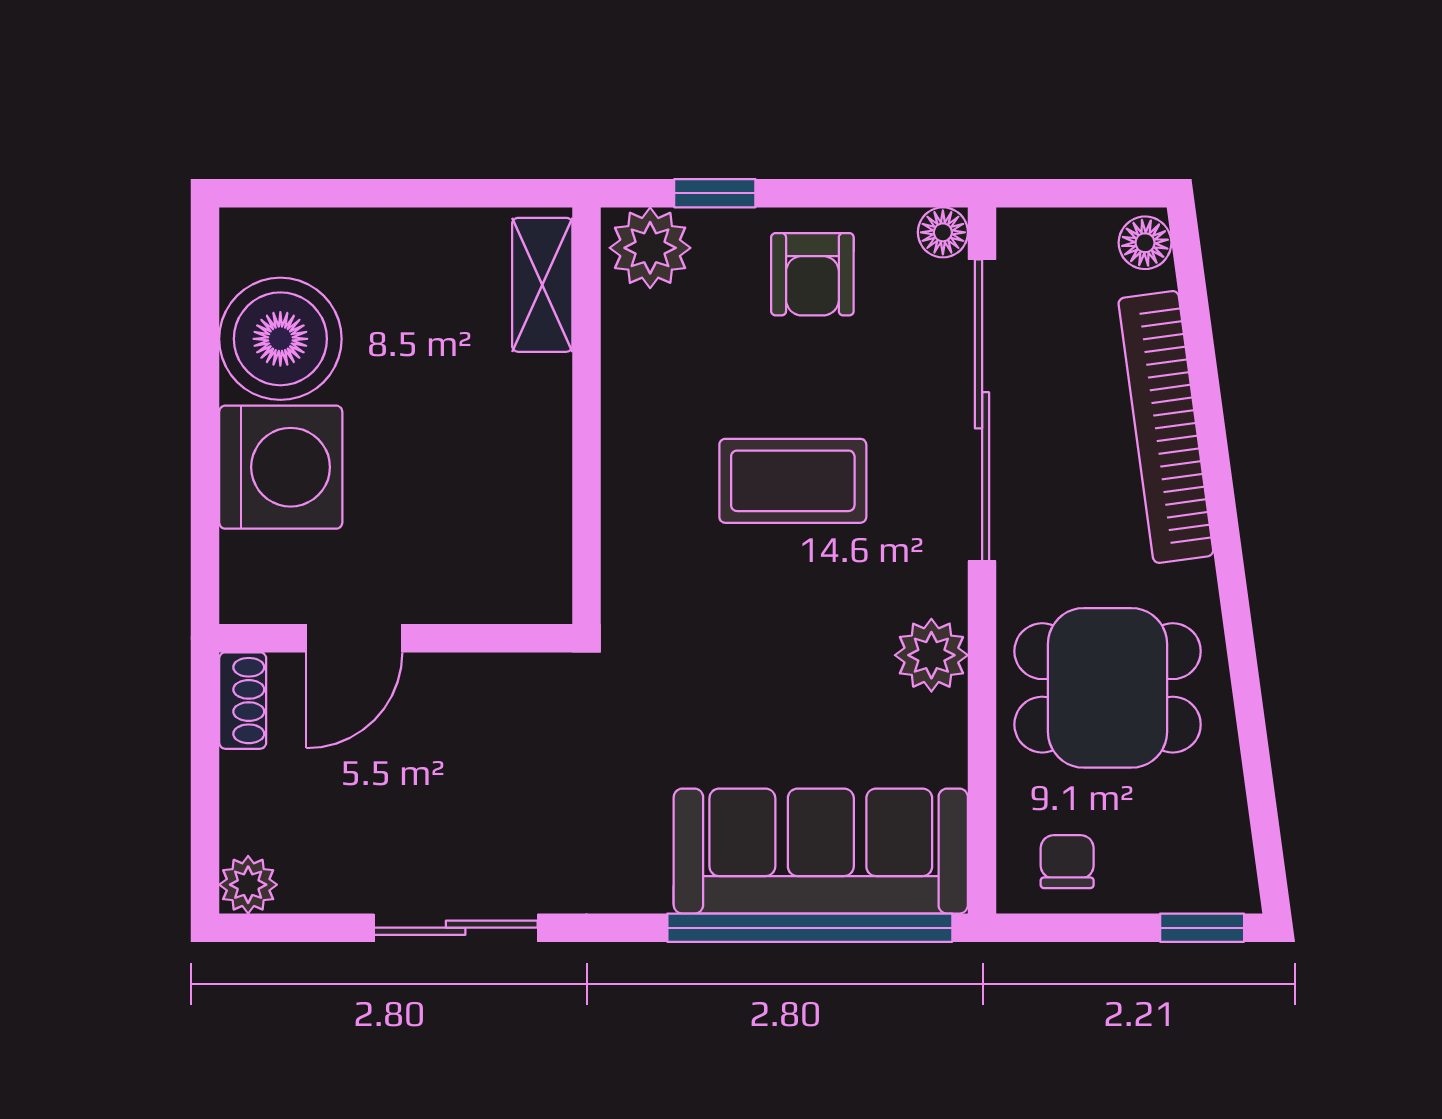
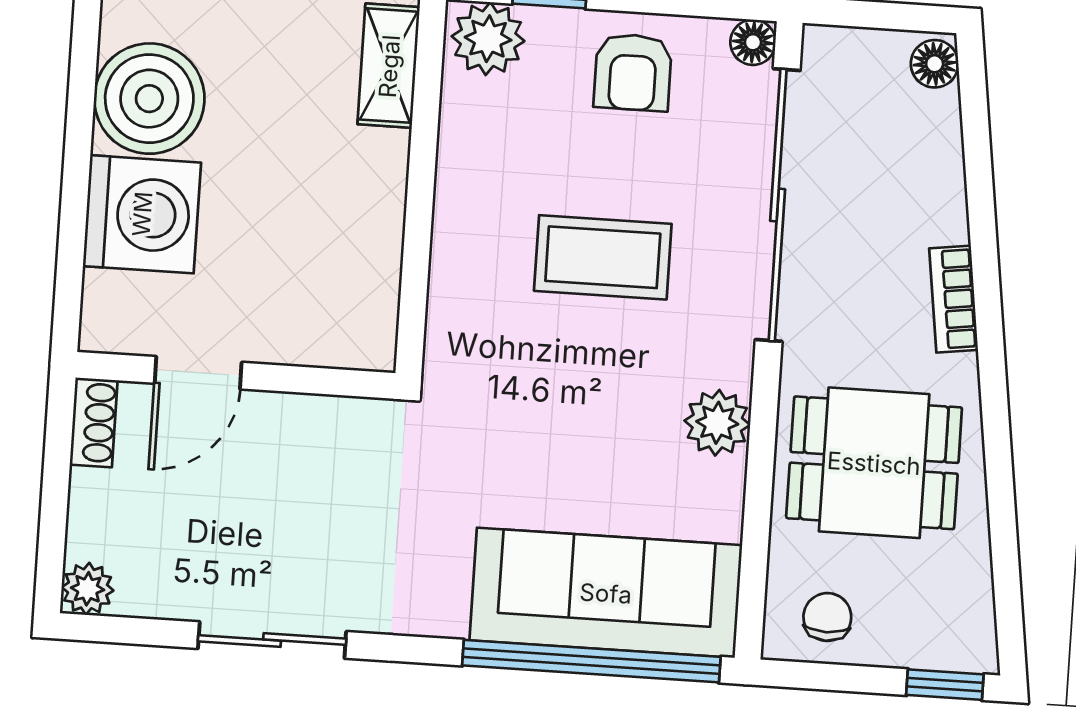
bookcase: (1166, 427) -> (954, 299), width x0.43, depth x0.76

